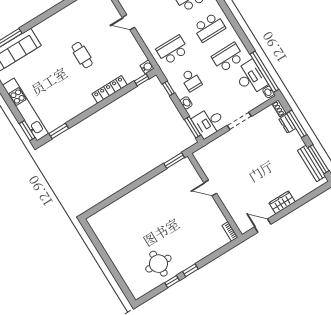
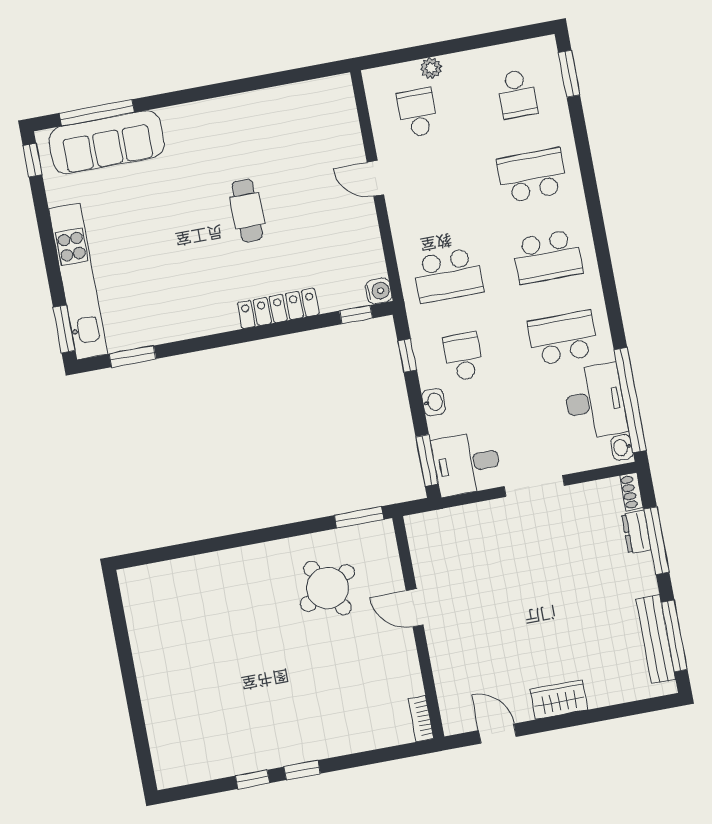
school desk: (172, 50) -> (448, 275), turned 180
school desk: (191, 80) -> (463, 357), turned 180
round table: (158, 264) -> (327, 588), moved, turned -31

